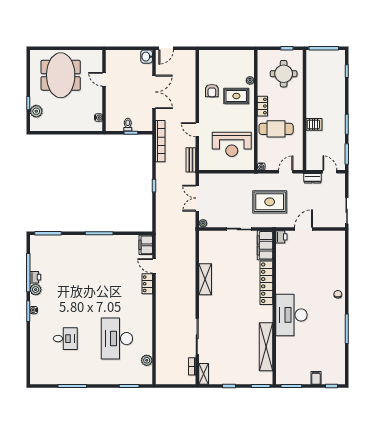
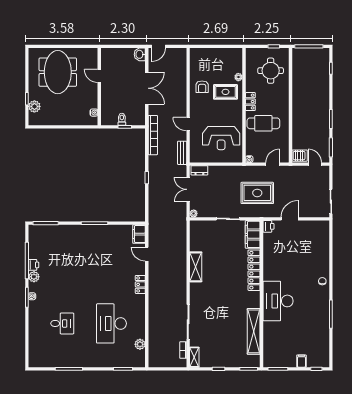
server rack: (314, 124) -> (300, 156), moved
dresser: (313, 178) -> (199, 170), moved
locker: (147, 284) -> (140, 284), moved

